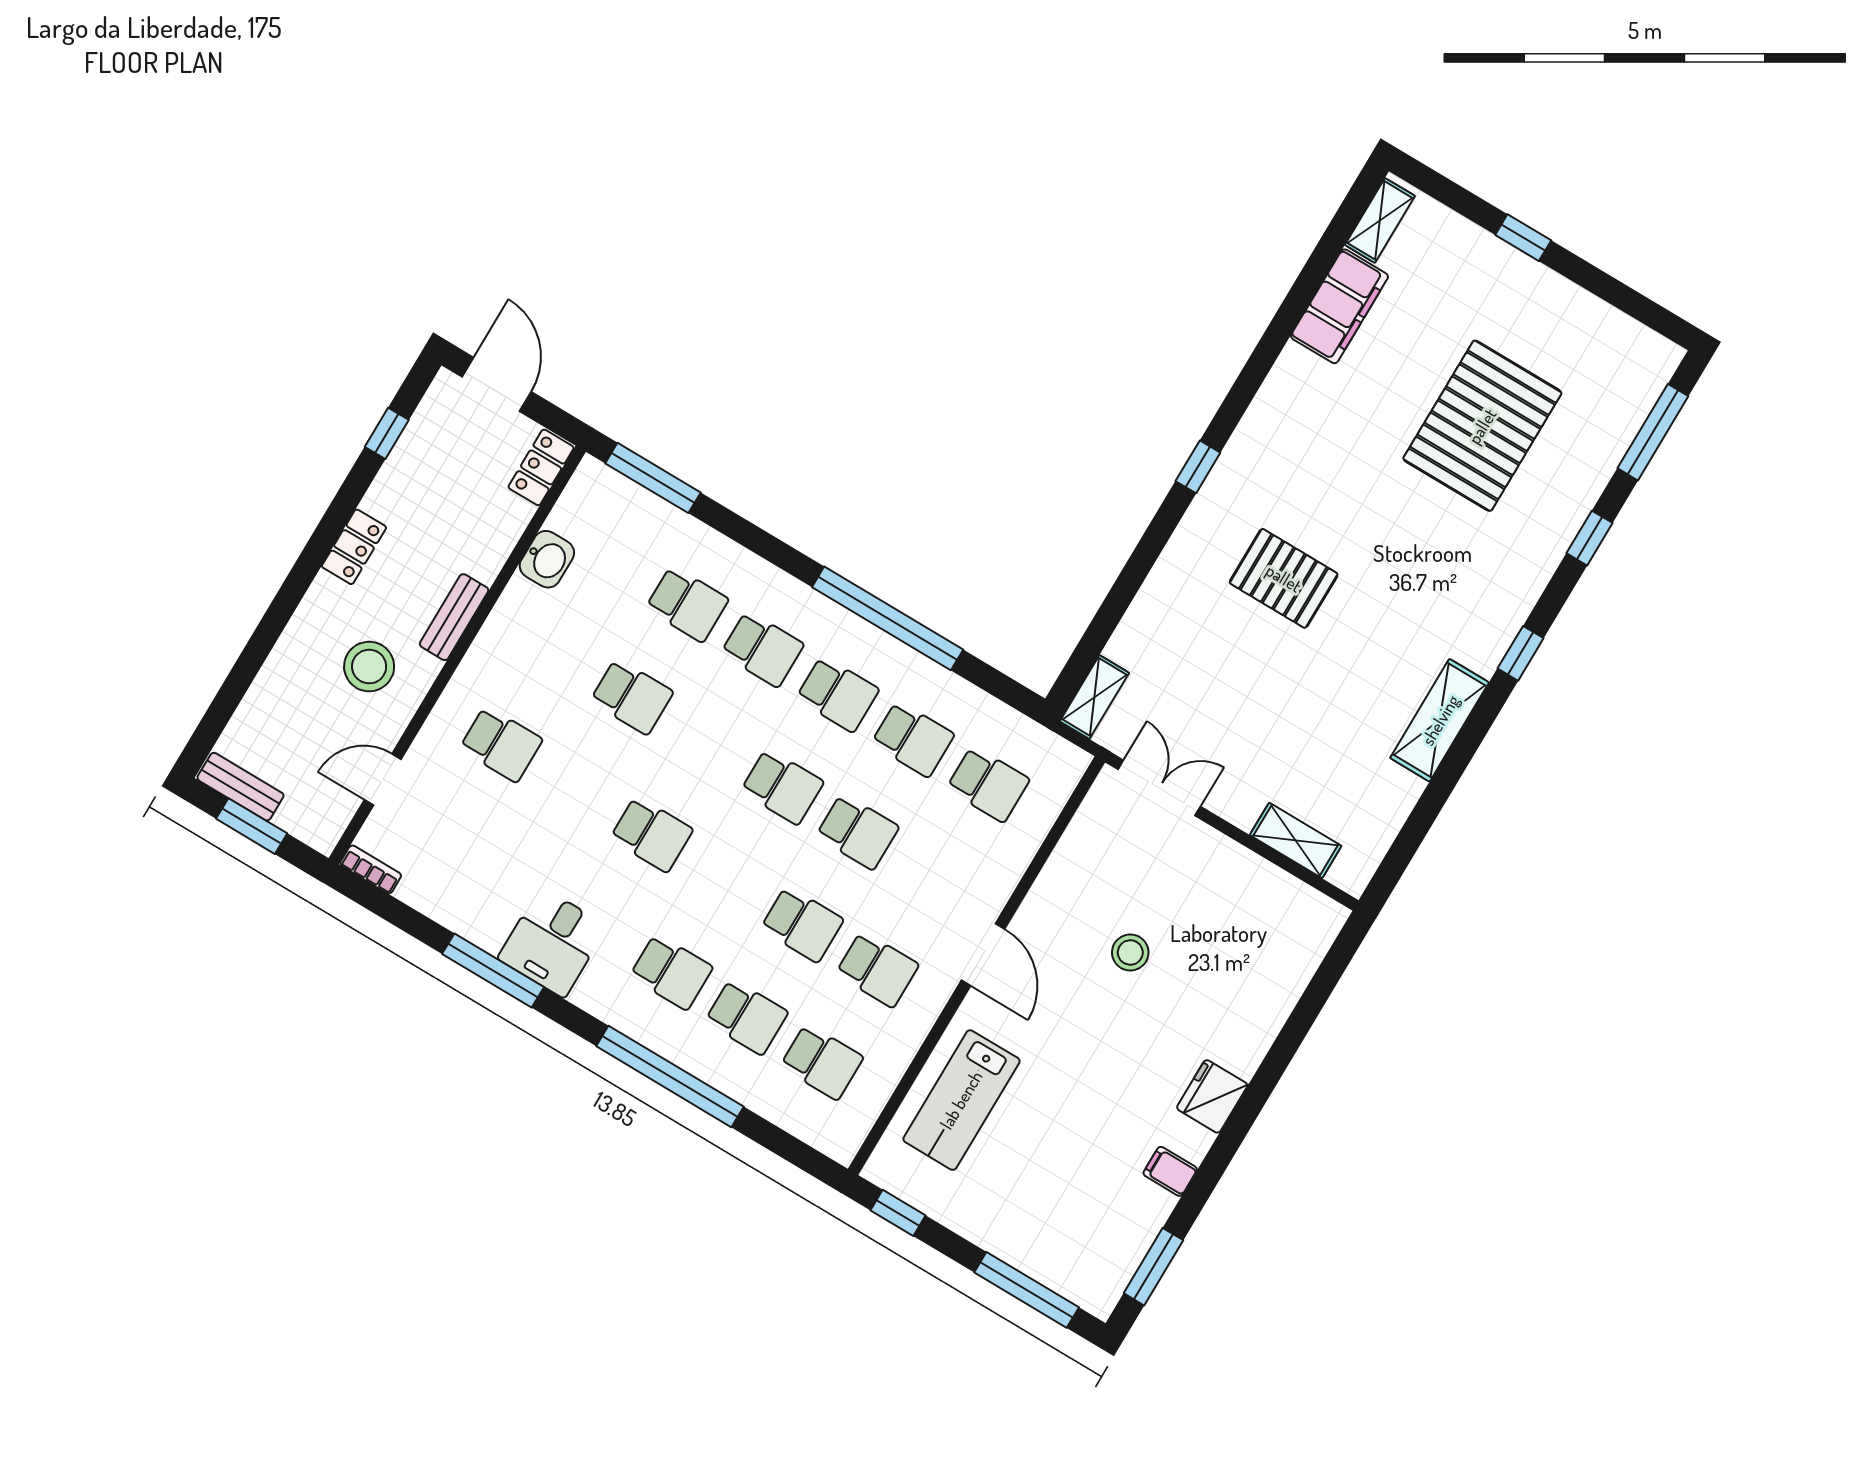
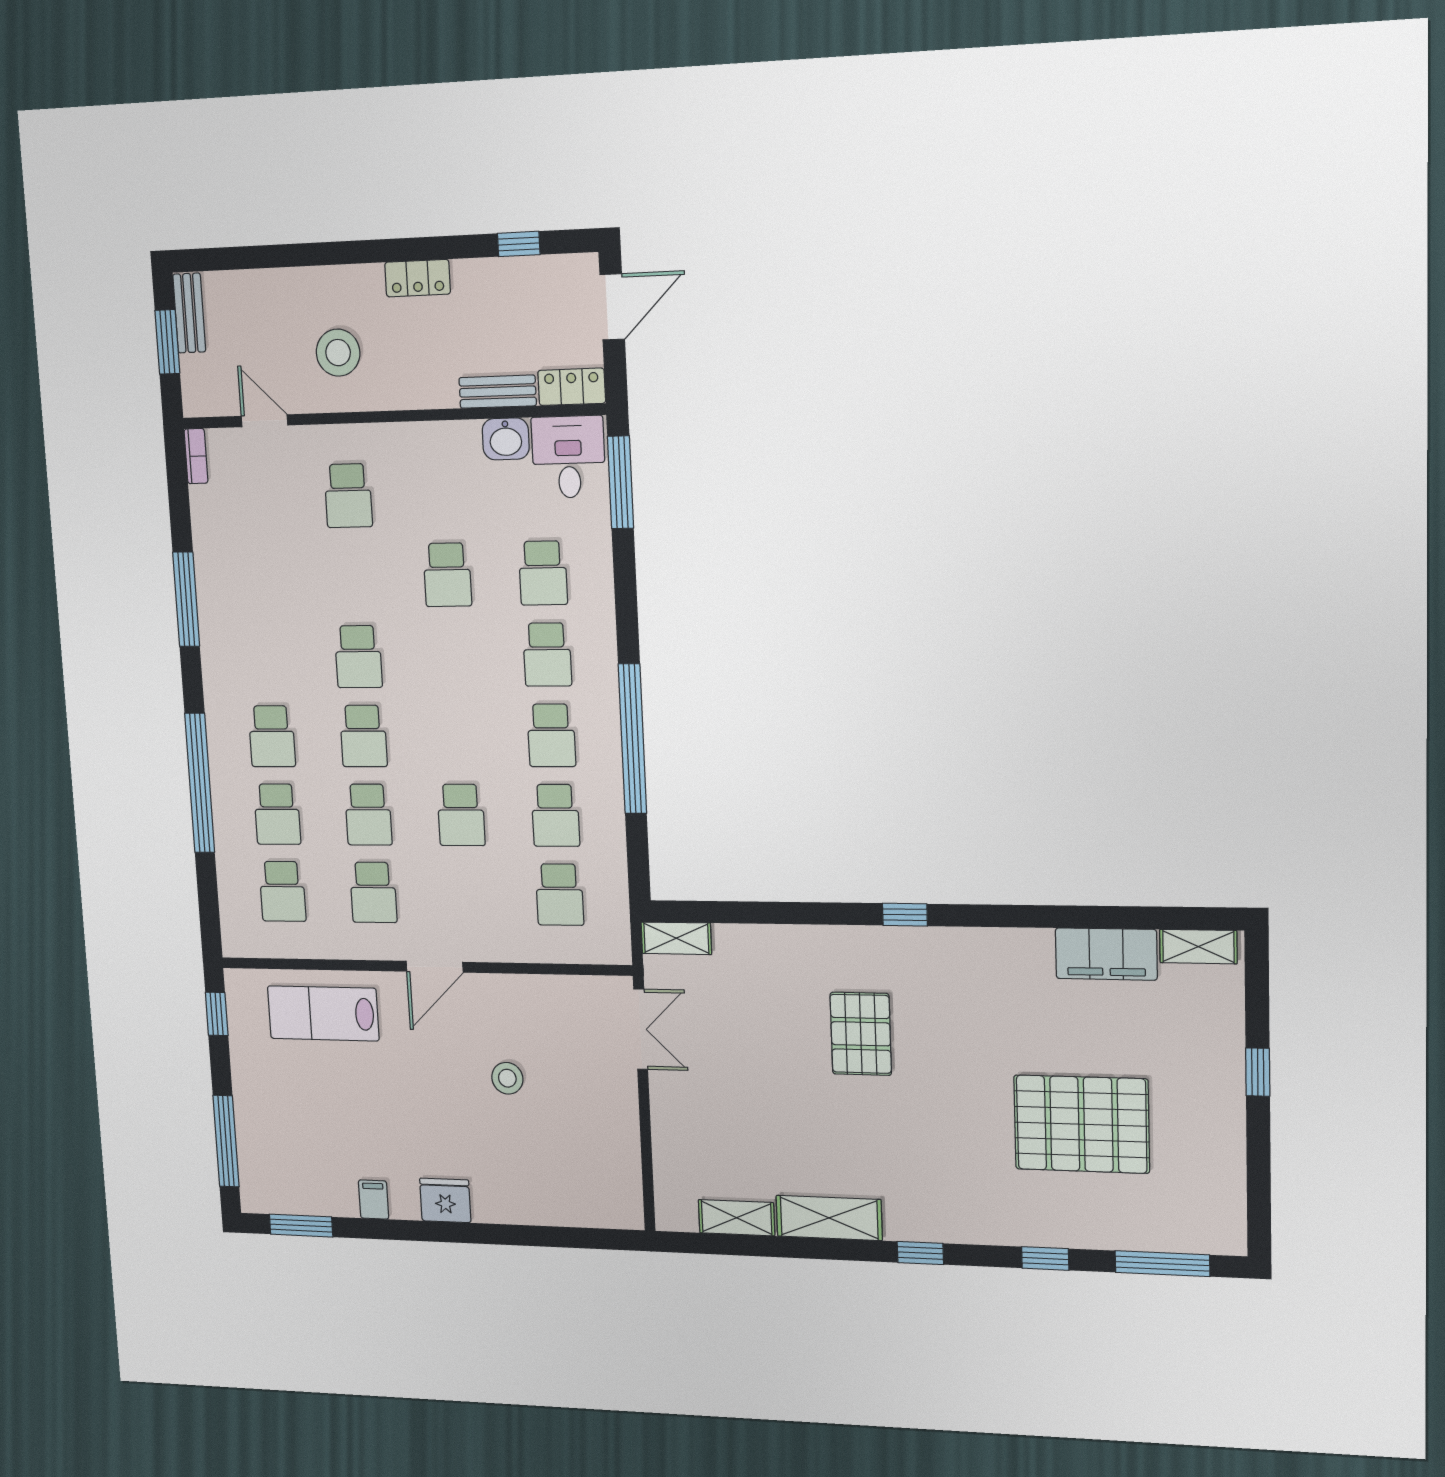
bench: (454, 617) -> (498, 392), moved
school desk: (782, 787) -> (363, 736), moved
shelving: (1296, 840) -> (737, 1218), moved, turned 90
desk: (552, 942) -> (569, 457), moved, turned 90

